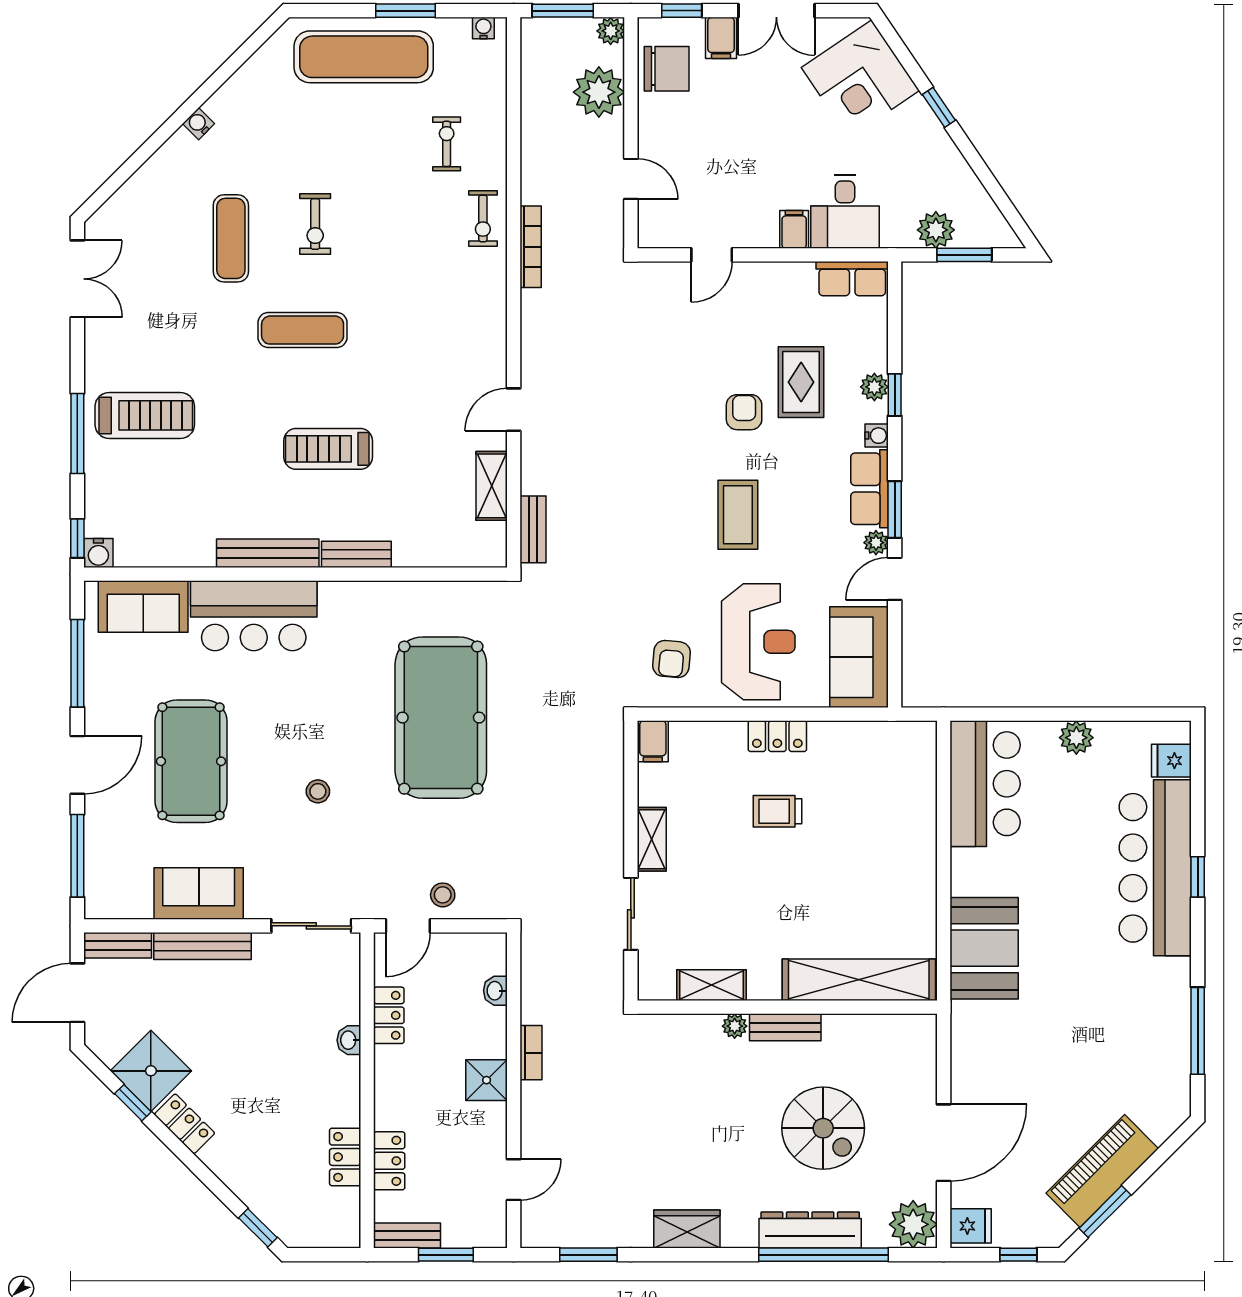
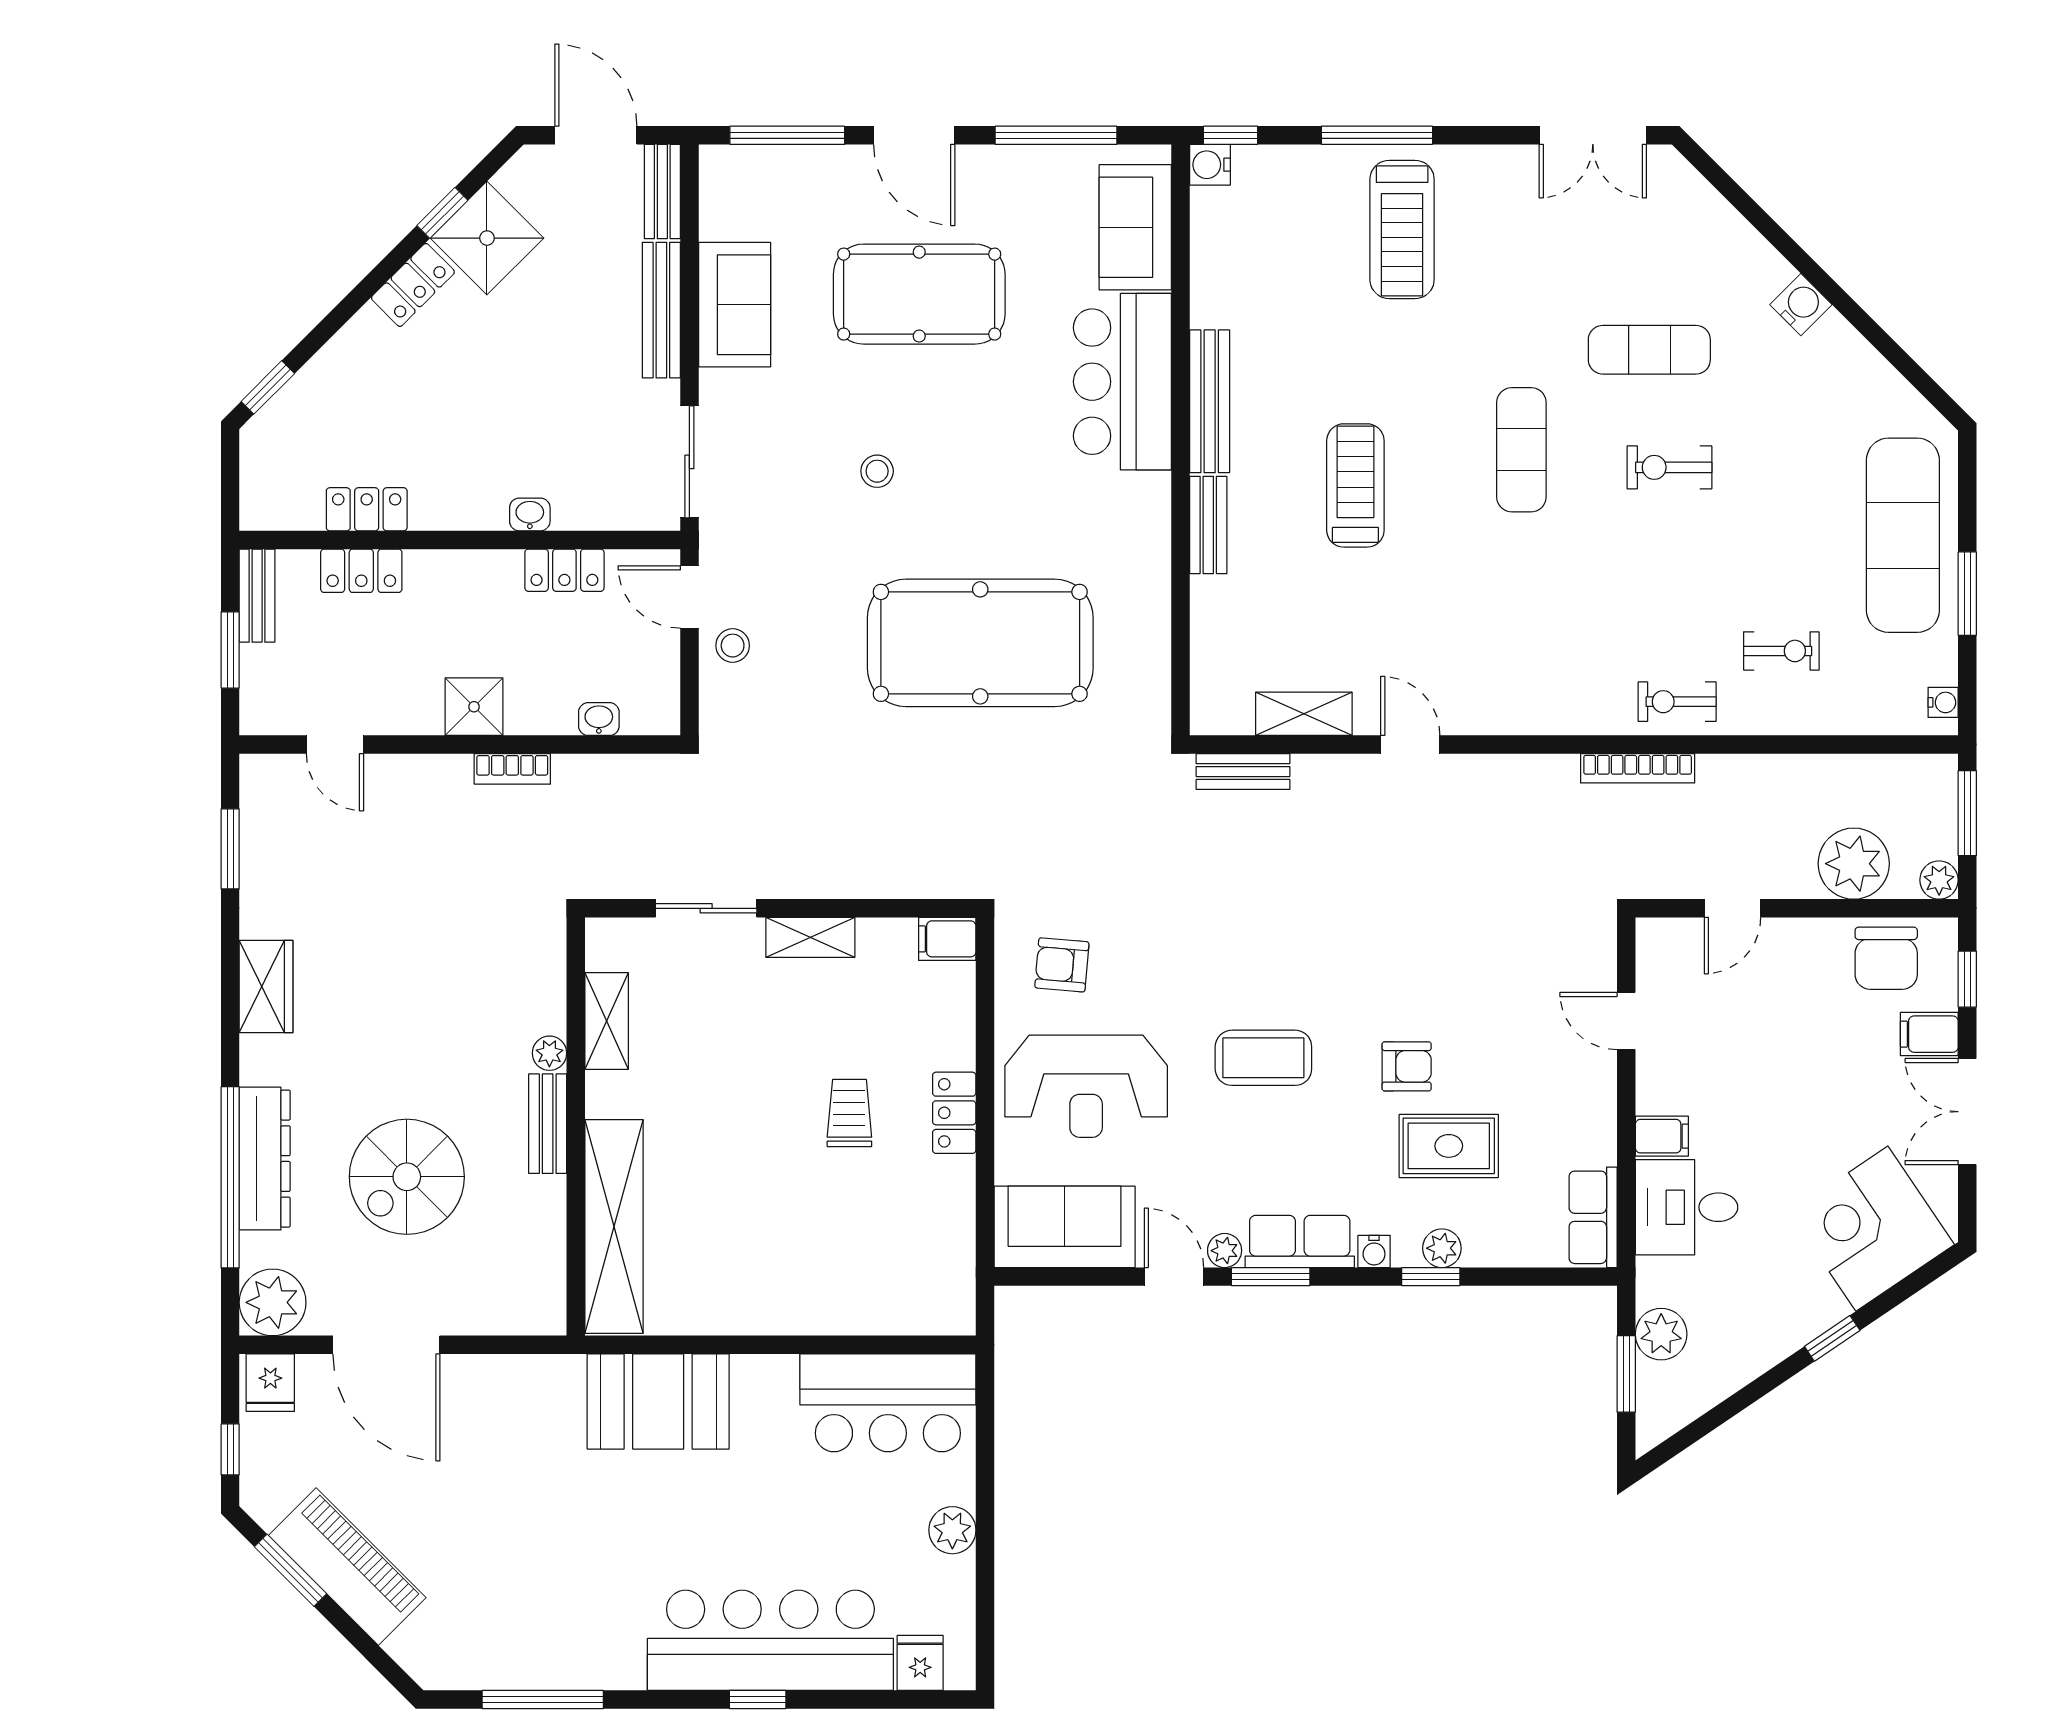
water cooler: (199, 124) -> (1801, 305), width x1.38, depth x1.38

